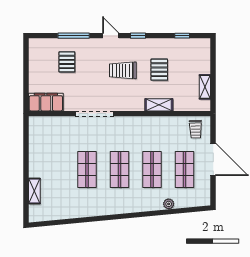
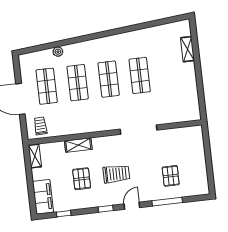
door: (111, 36) -> (132, 206), swing flipped
shelving: (205, 87) -> (35, 156), moved
filing cabinet: (46, 102) -> (43, 197), moved, turned -90

